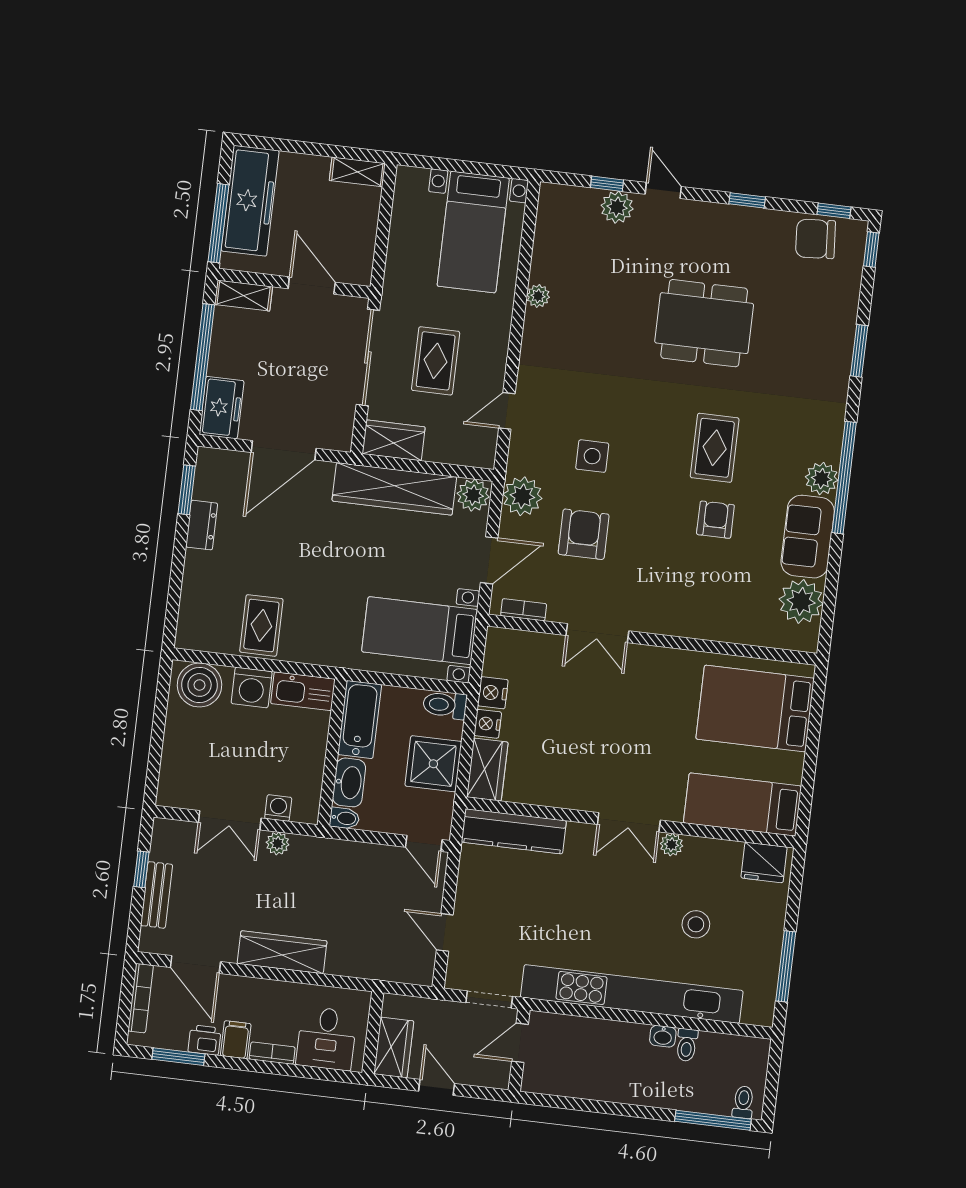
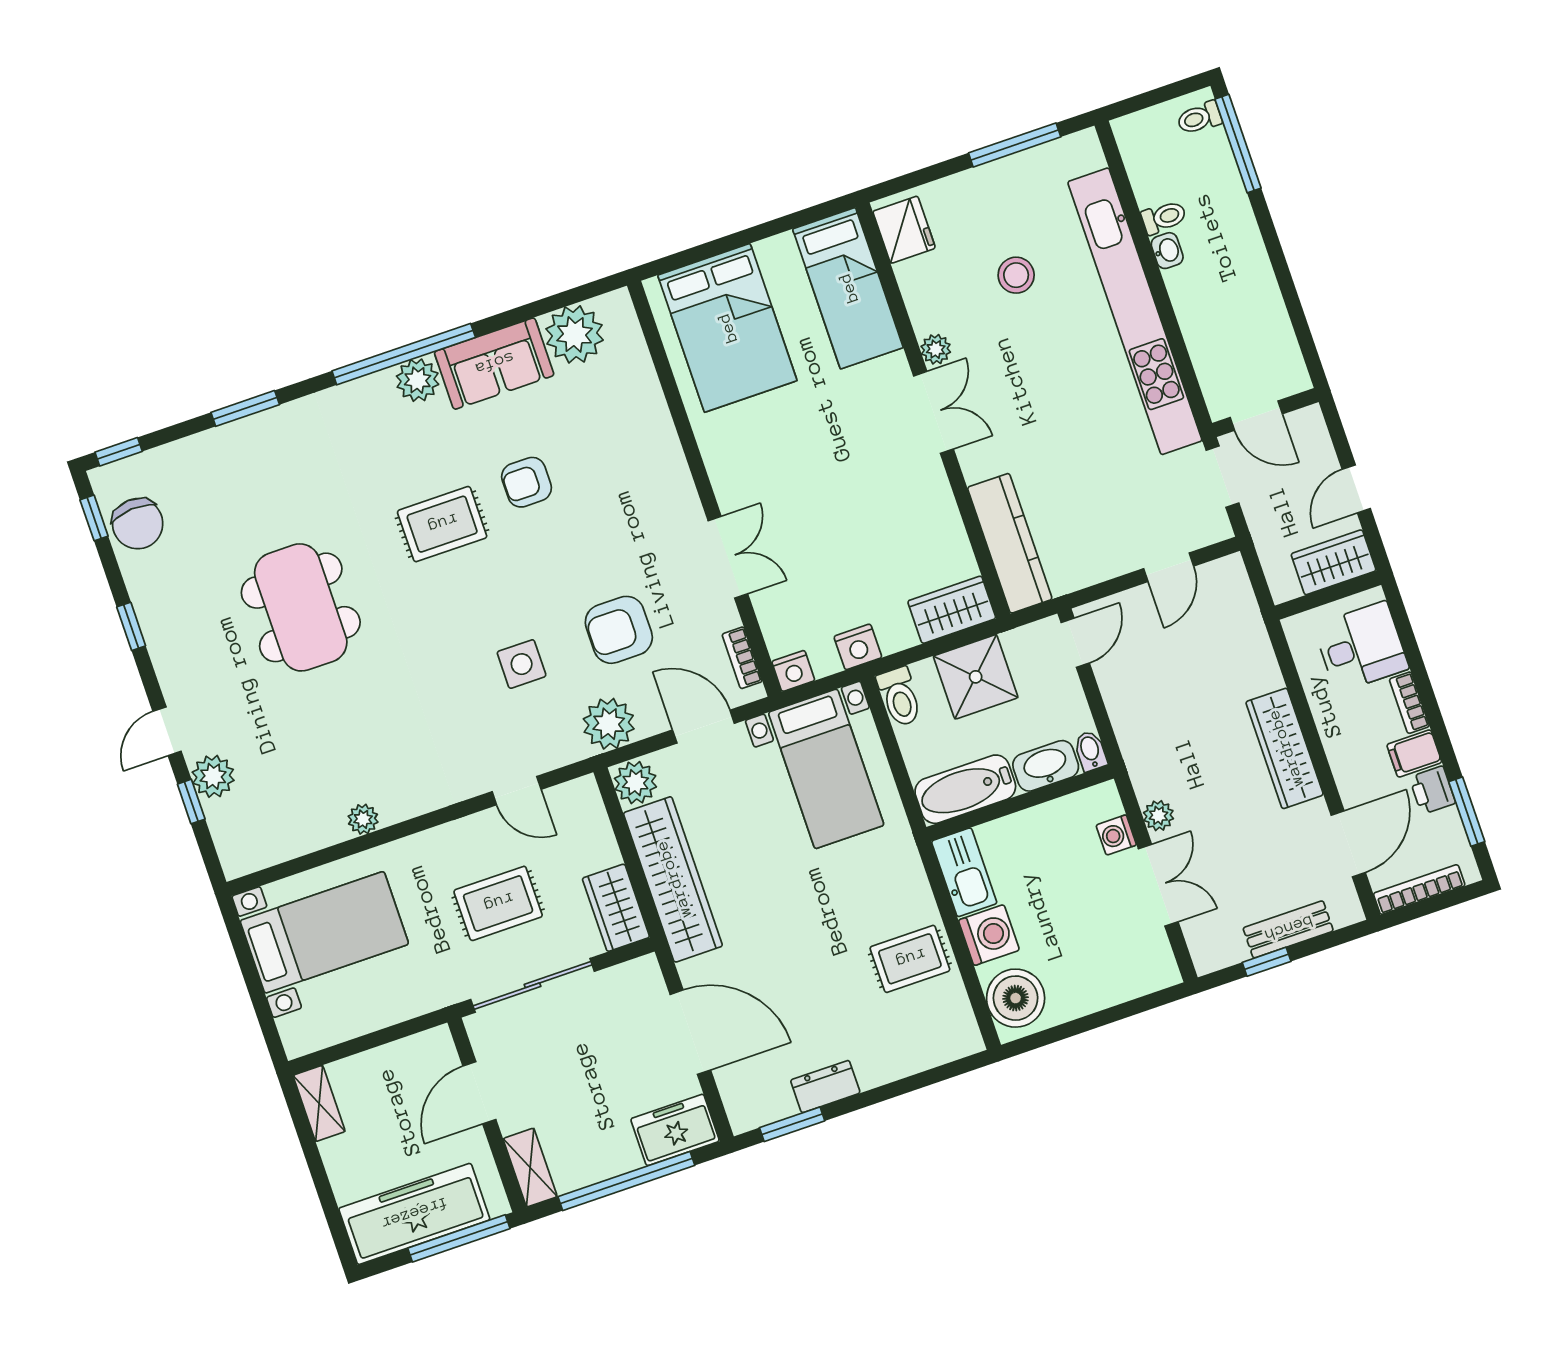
nightstand: (488, 724) -> (793, 671), moved

